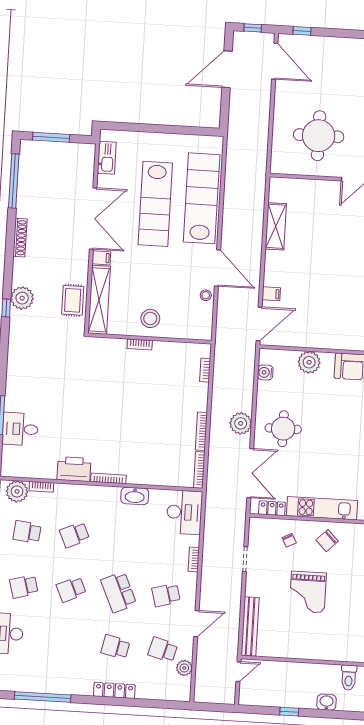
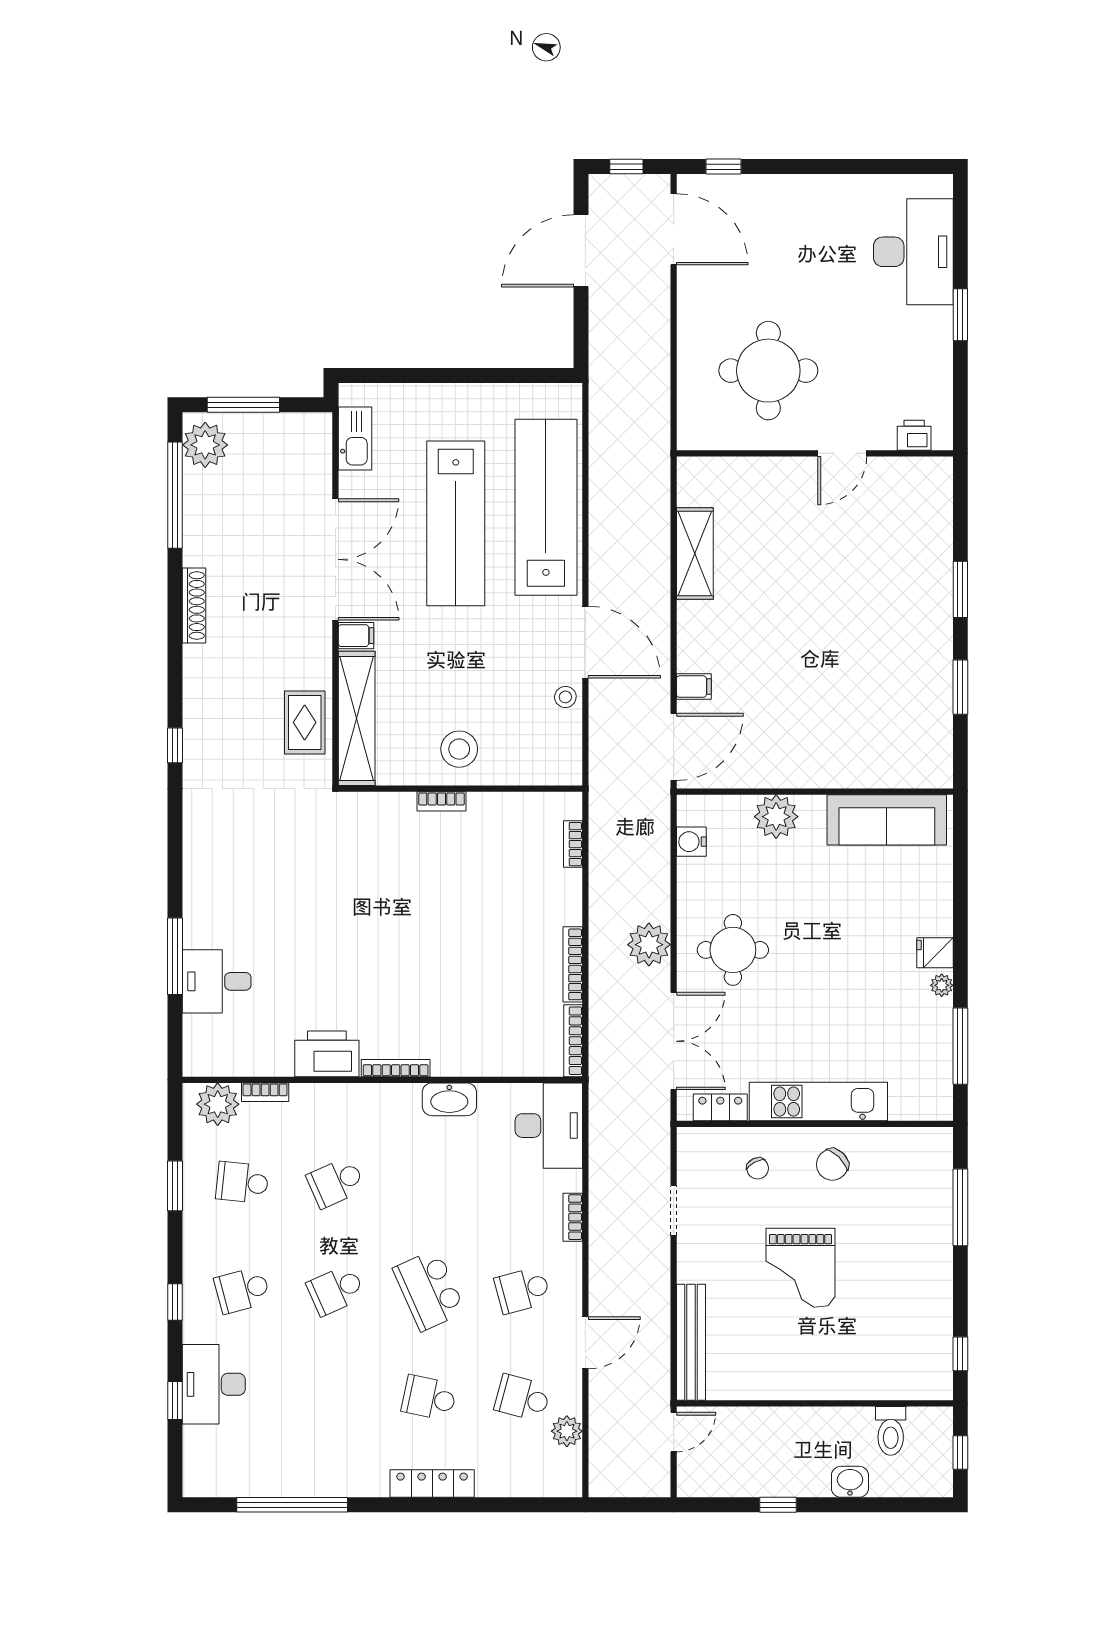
plant: (22, 298) -> (205, 445), moved

